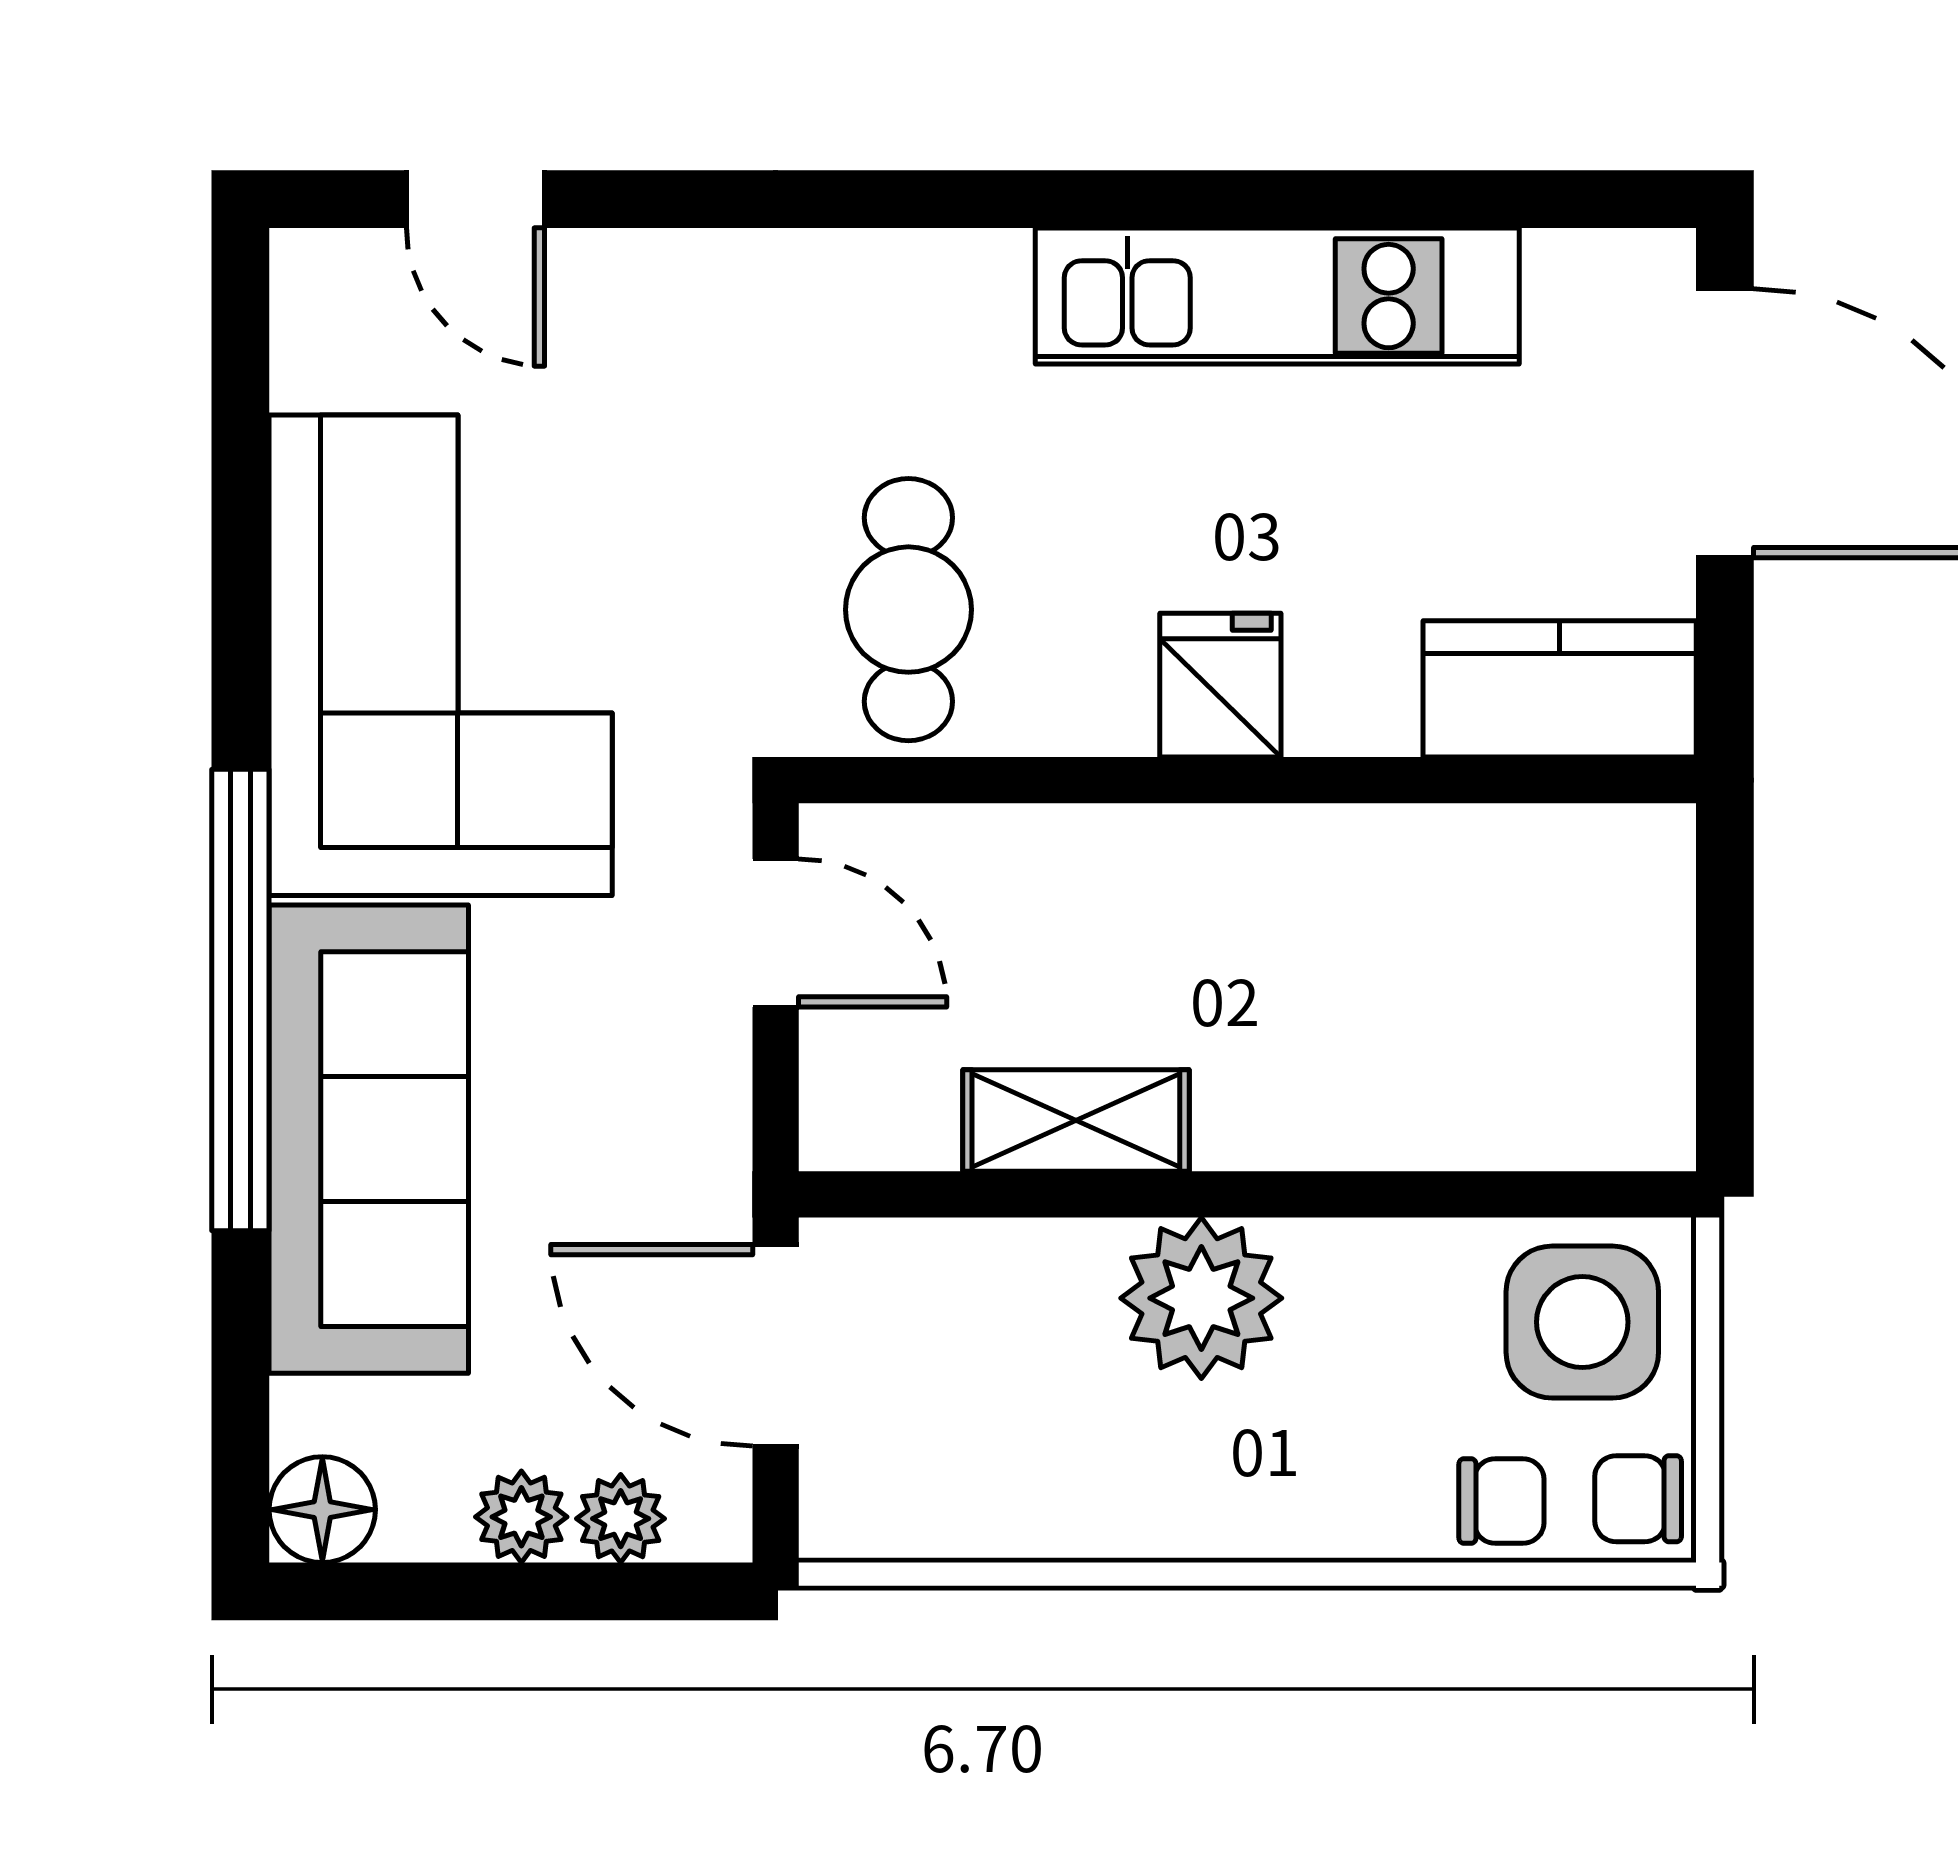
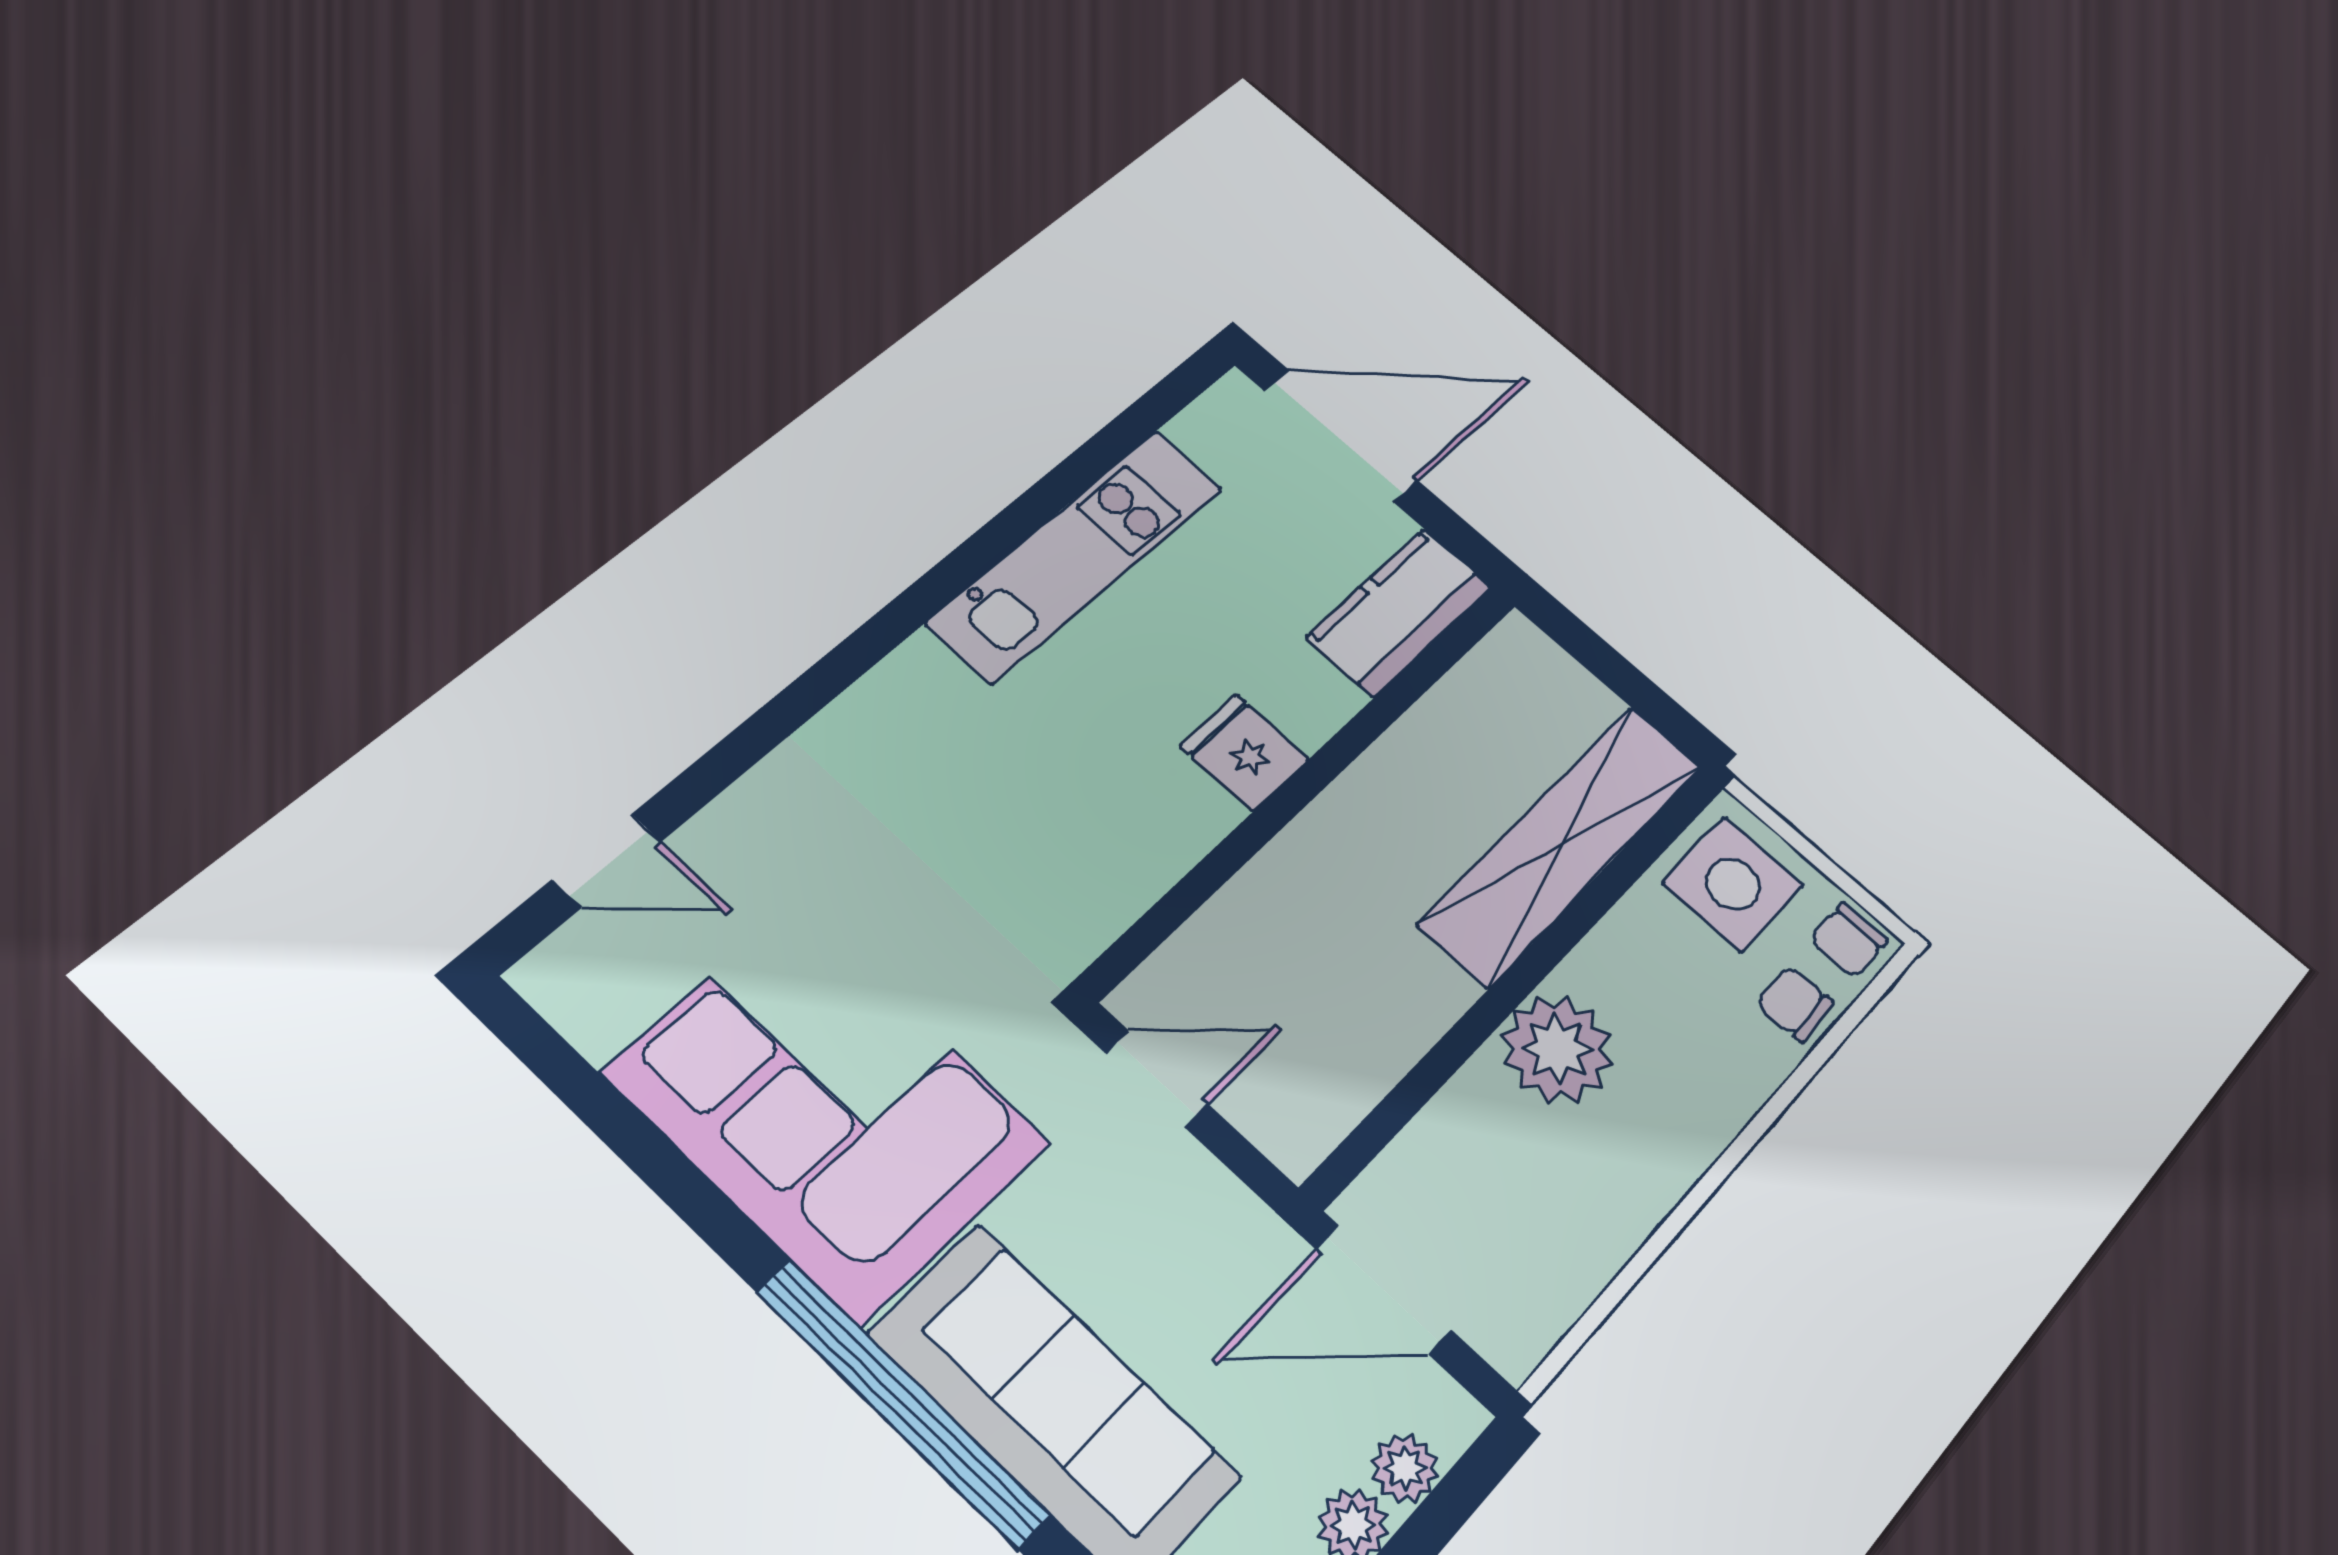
cafe table: (908, 610) -> (1053, 856), removed
shelving: (1076, 1121) -> (1562, 844), moved, width x2.20, depth x1.33
chair: (1501, 1501) -> (1795, 1004), turned -93

